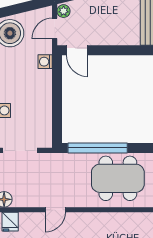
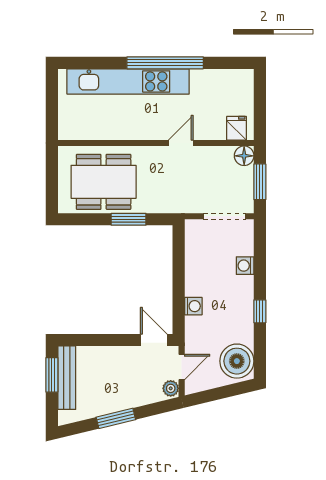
washing machine: (45, 62) -> (193, 306), moved
window: (98, 148) -> (129, 219), width x0.47

